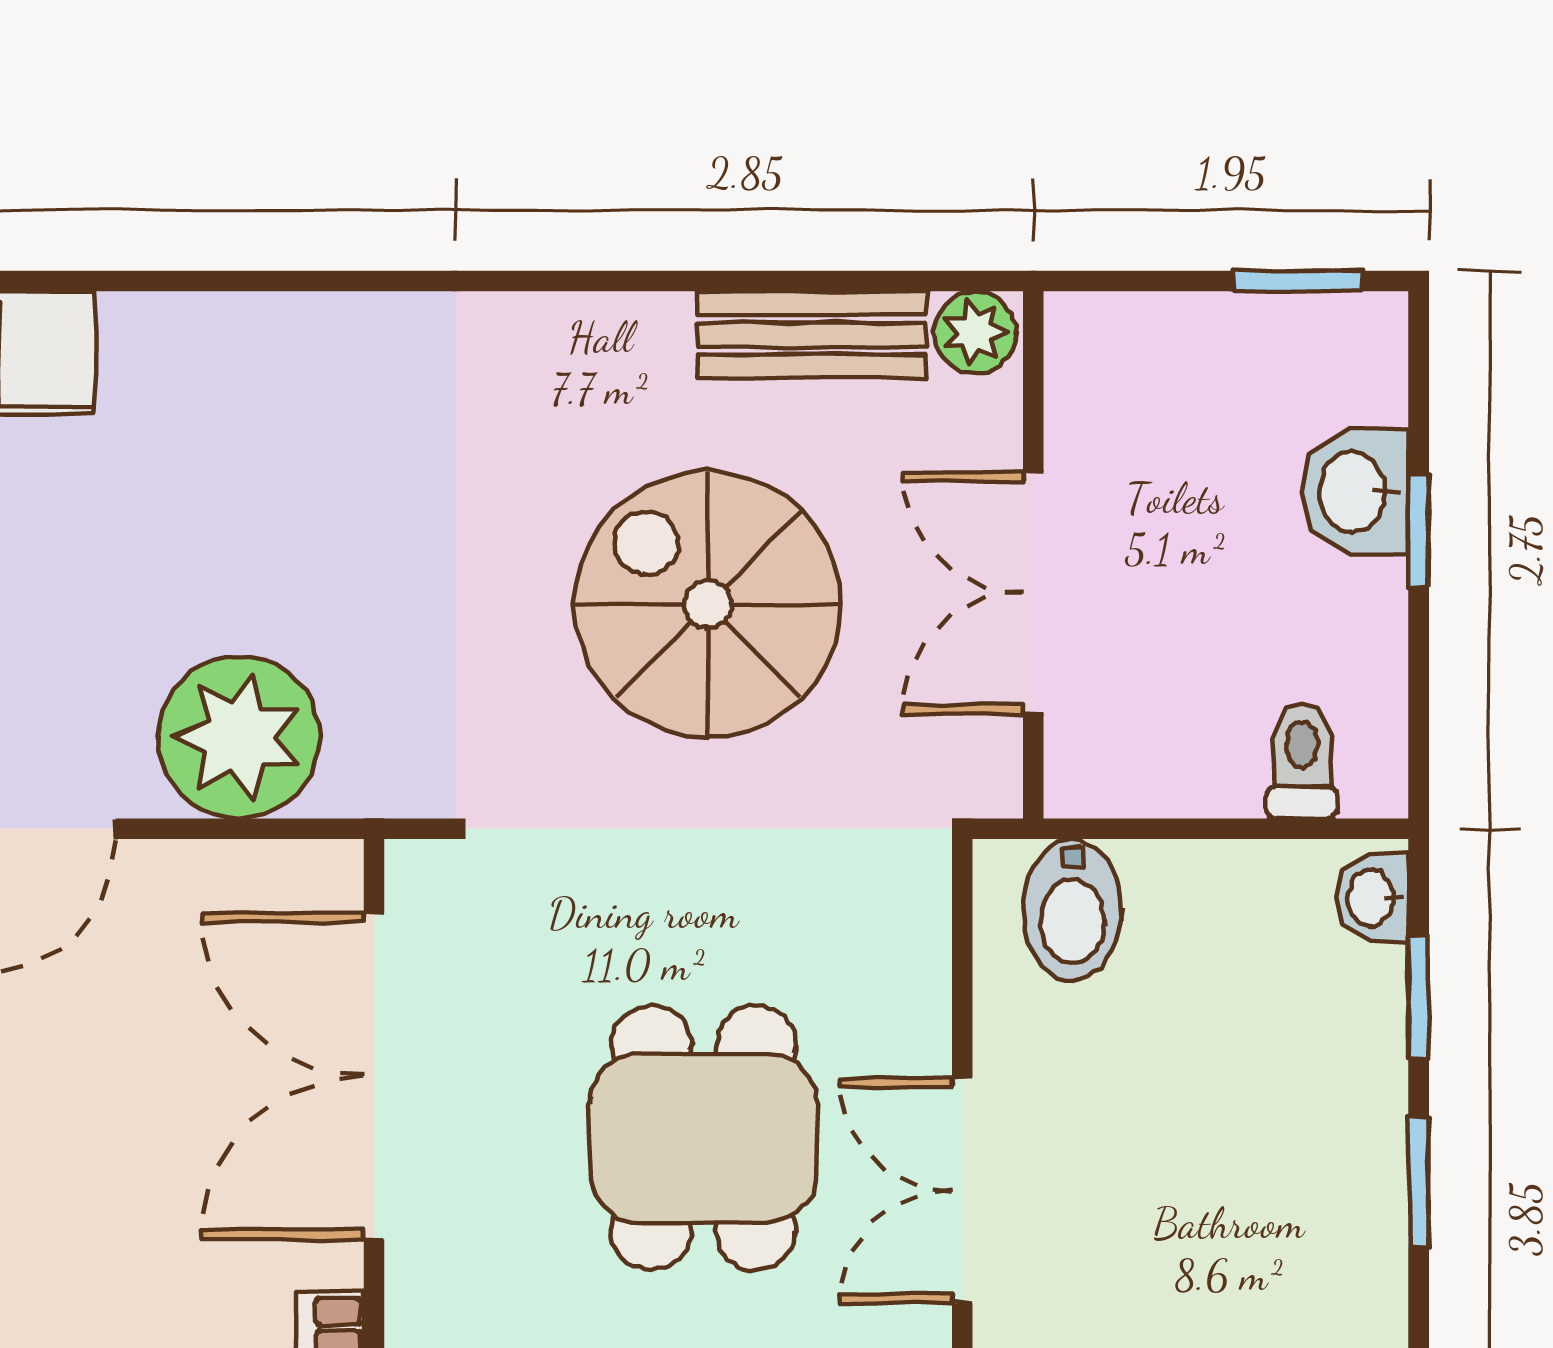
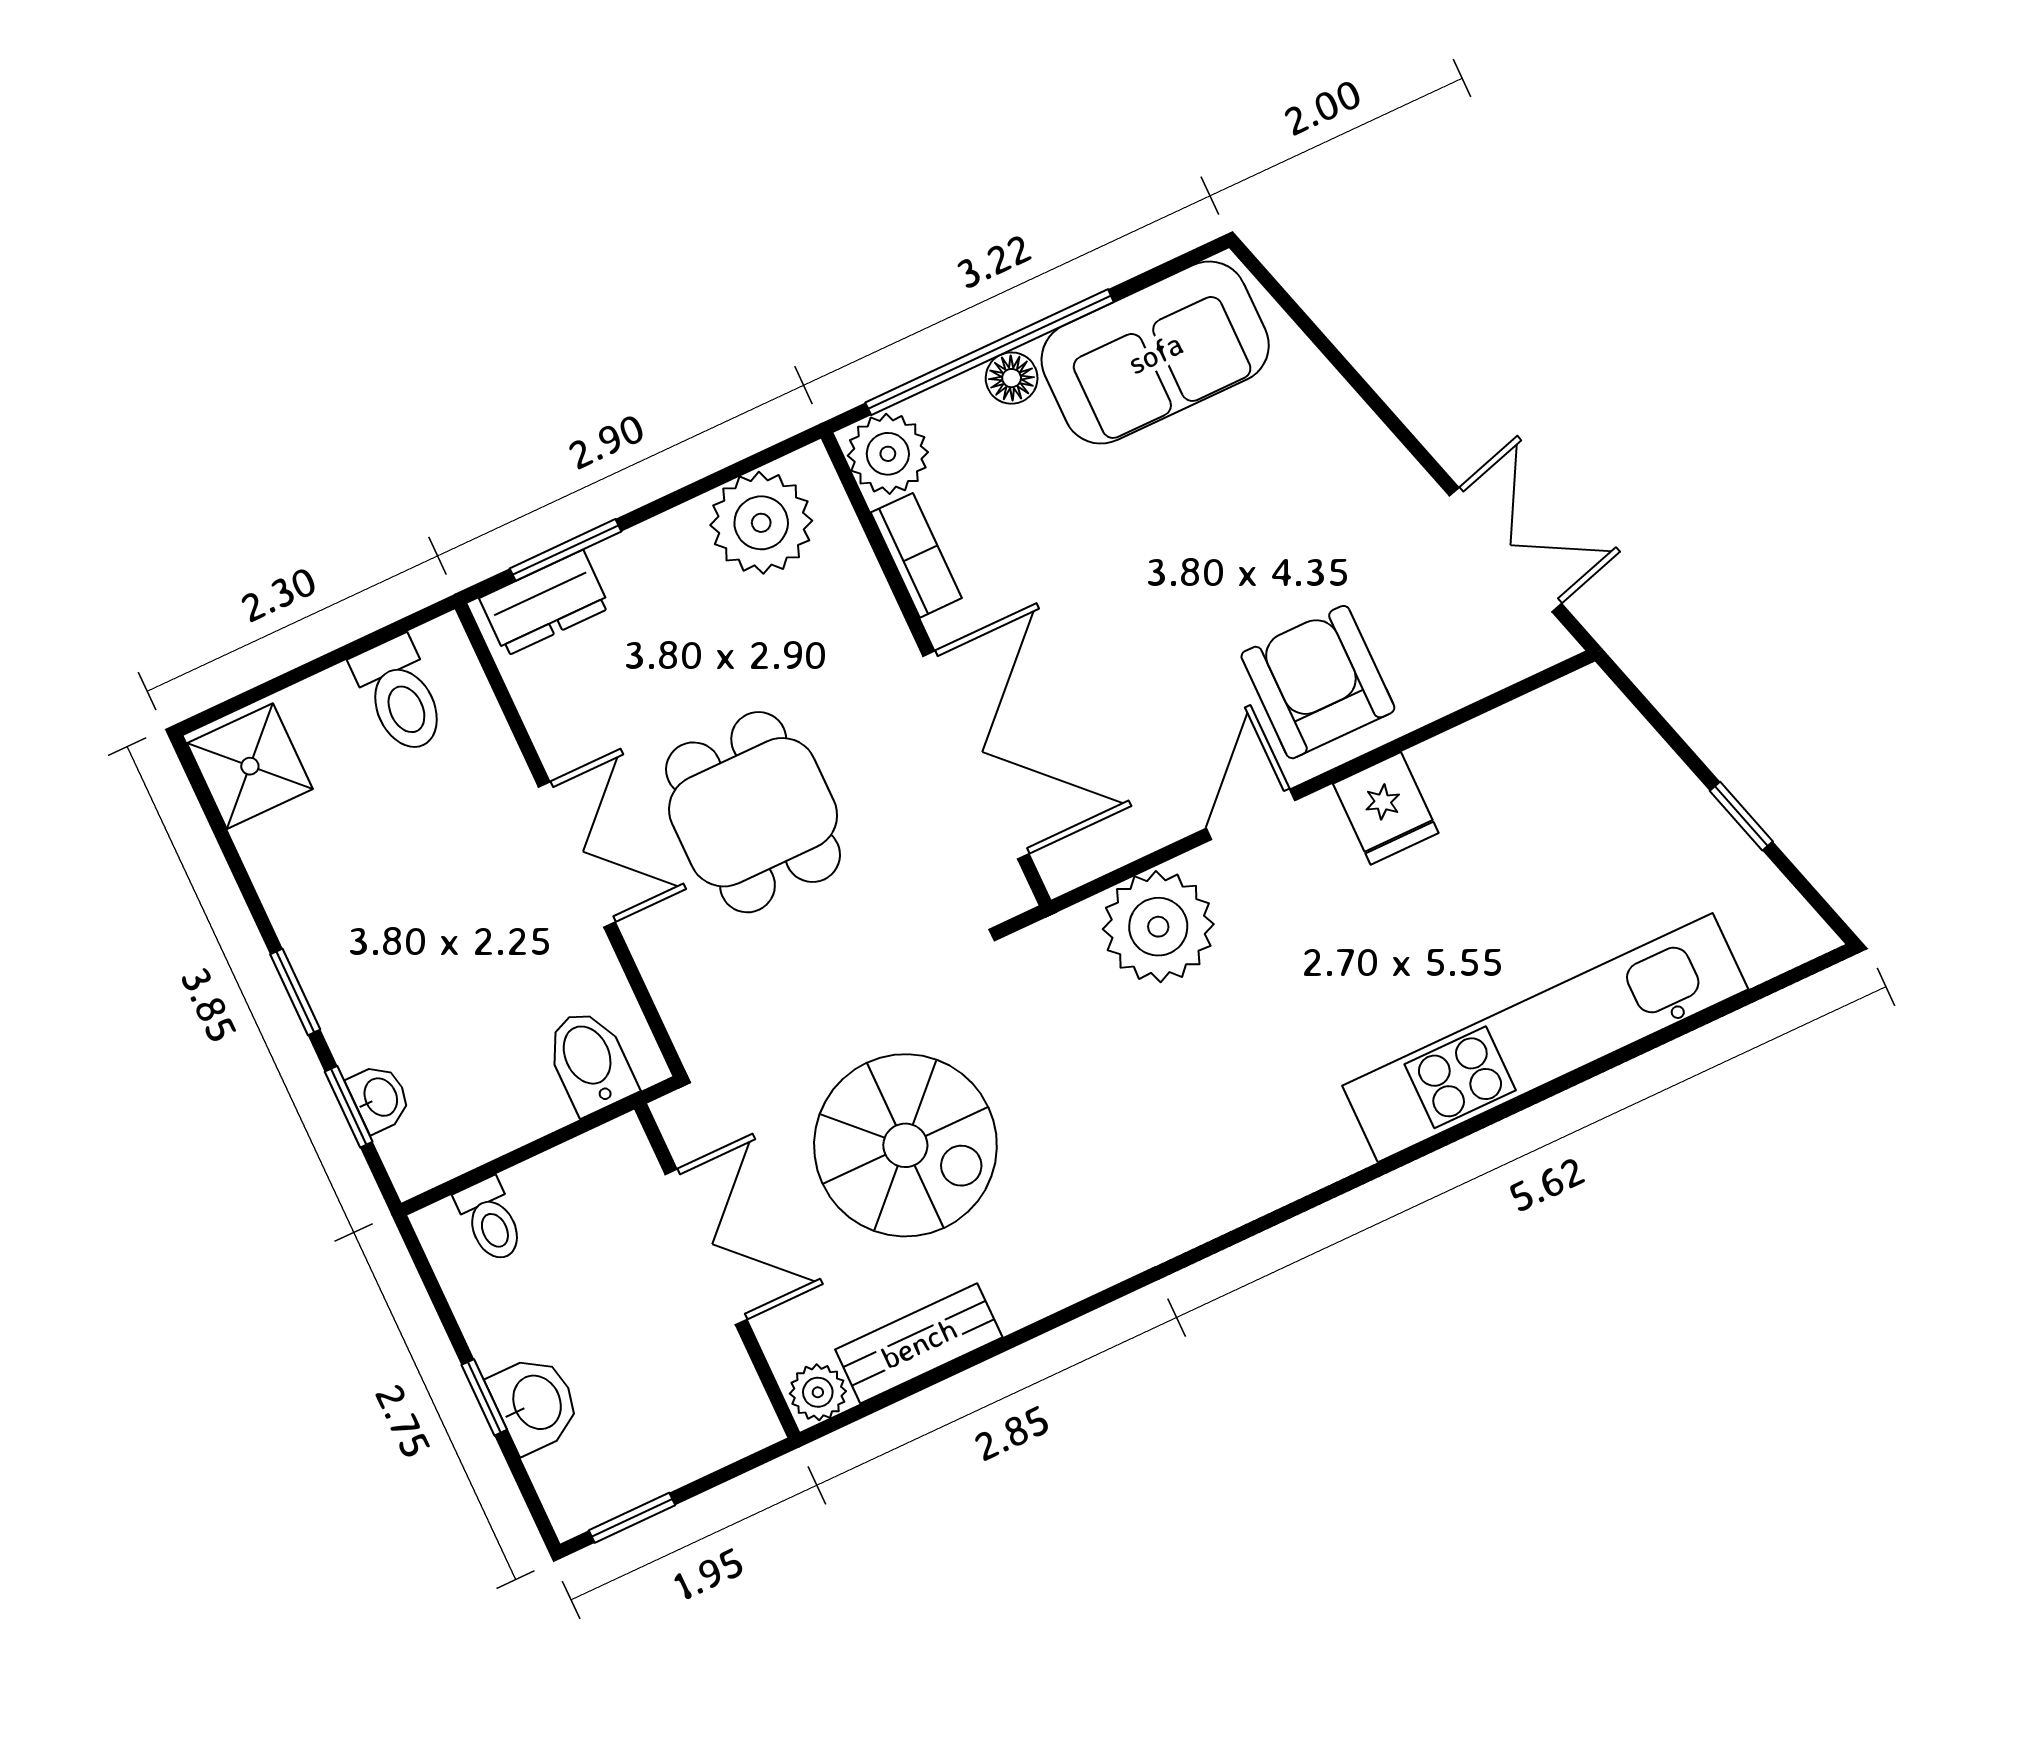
washbasin: (1373, 898) -> (379, 1098), moved

